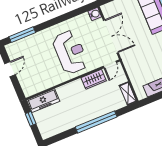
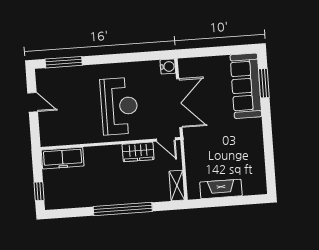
door: (110, 64) -> (166, 139), hinge flipped
door: (10, 69) -> (33, 102), hinge flipped
window: (31, 119) -> (39, 191), moved

